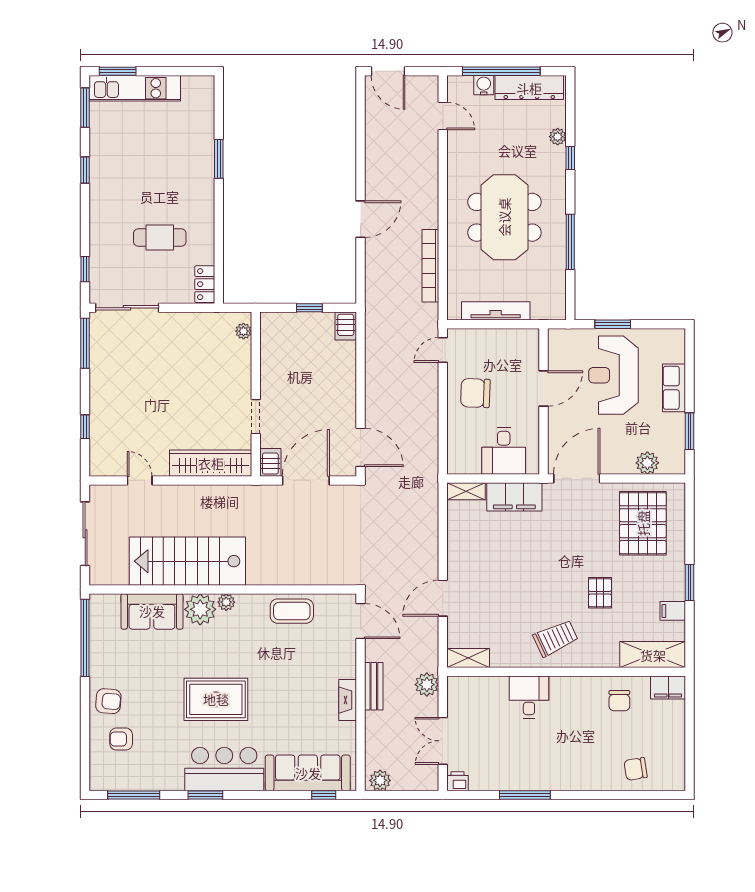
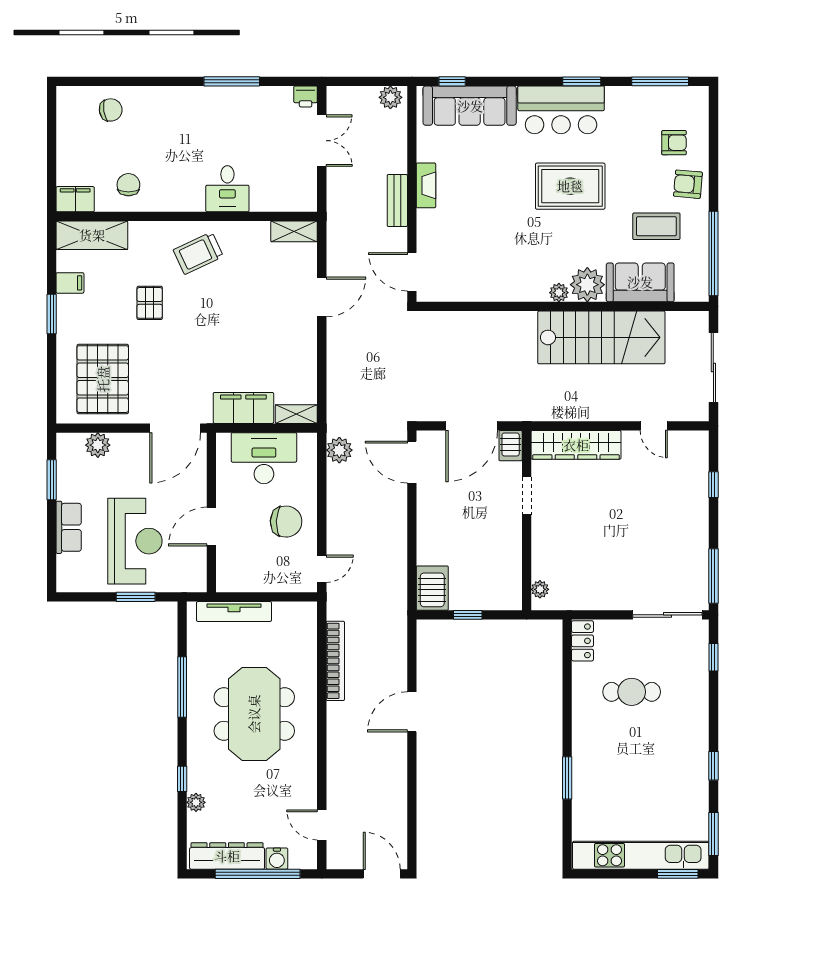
kitchen unit: (135, 88) -> (641, 855), width x1.36
tv unit: (496, 311) -> (234, 612), moved
server rack: (346, 326) -> (432, 588), width x1.36, depth x1.44
desk: (504, 451) -> (264, 458), width x1.37
coffee table: (292, 611) -> (656, 226), moved
plant: (427, 685) -> (339, 450), moved

